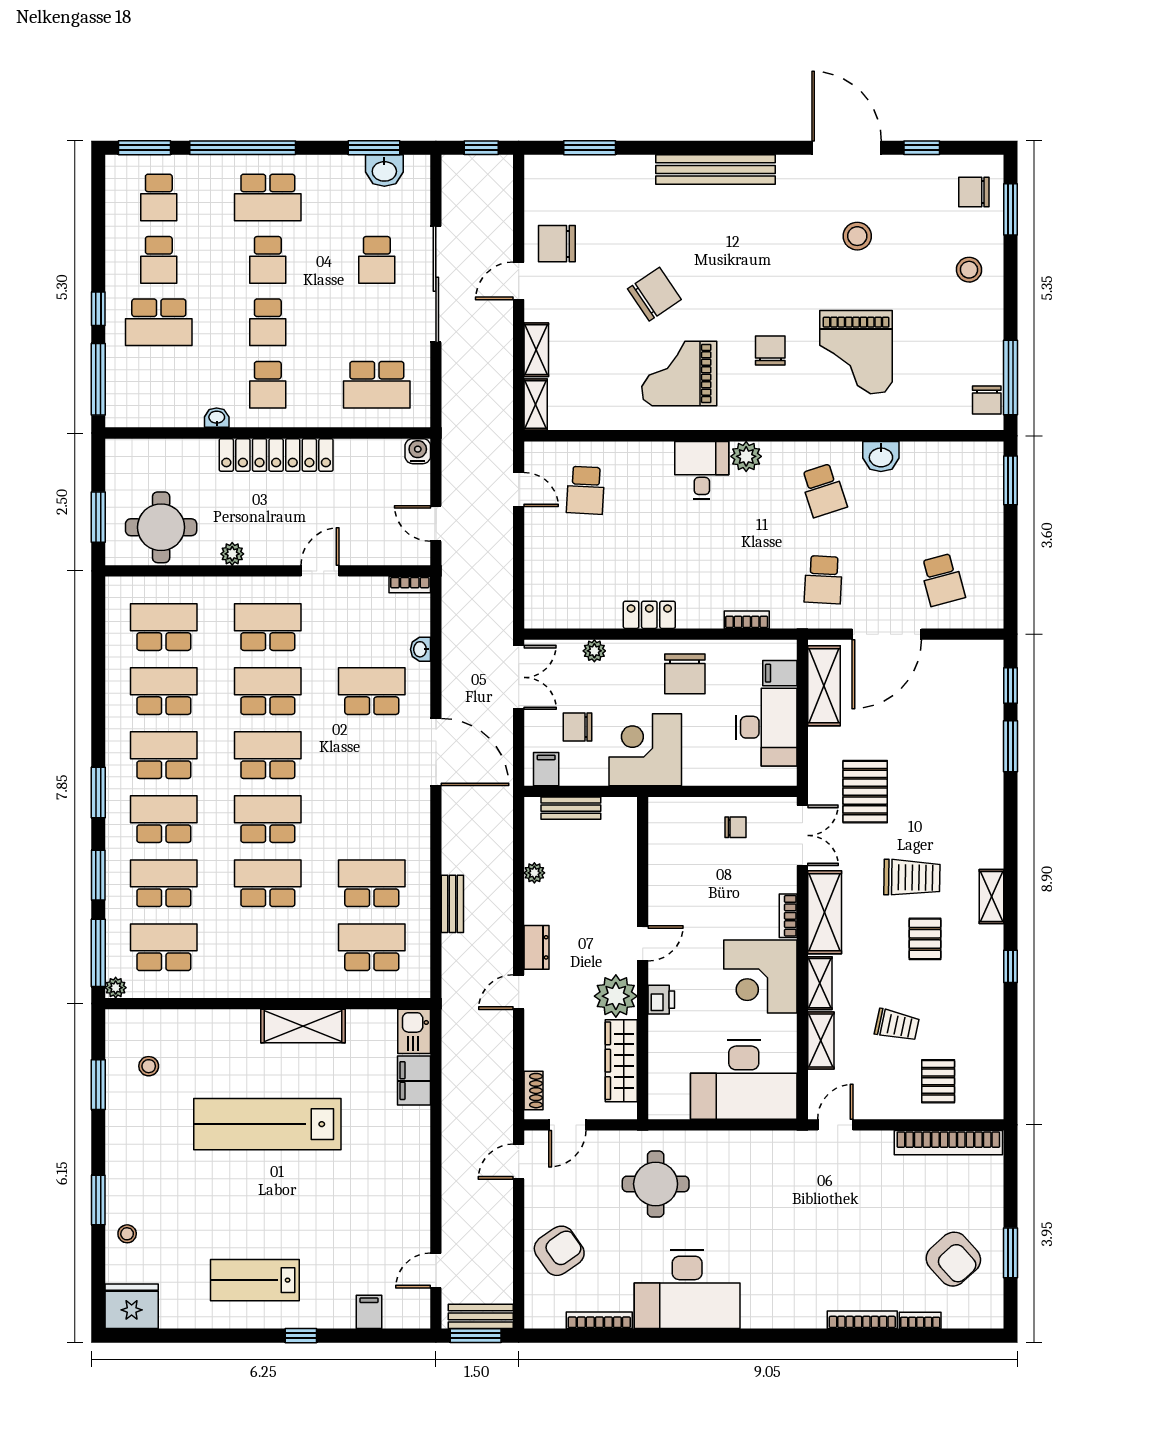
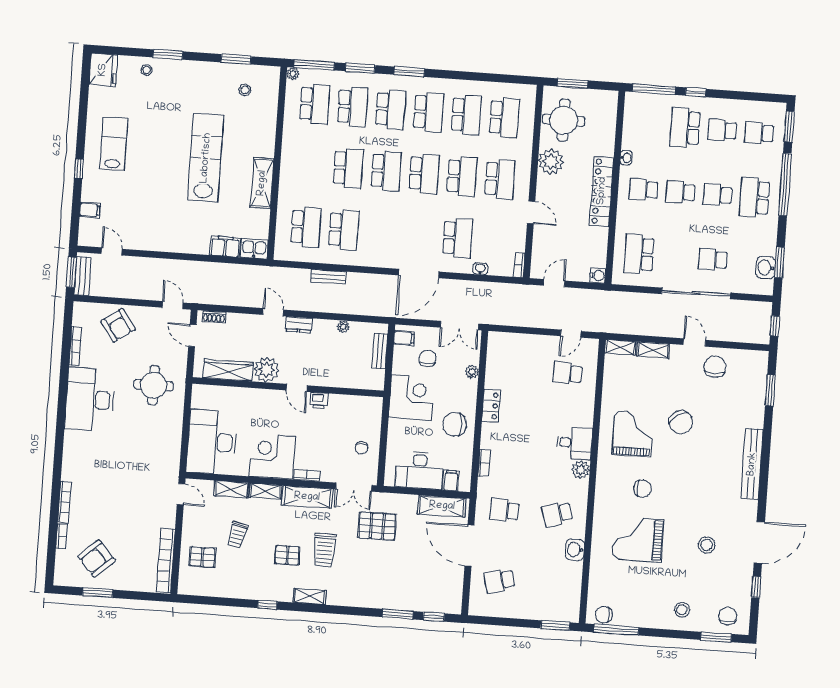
plant: (232, 554) -> (551, 162), width x1.87, depth x1.87
printer: (661, 1000) -> (319, 401), moved

